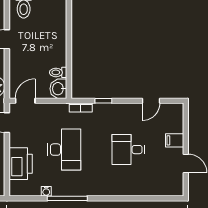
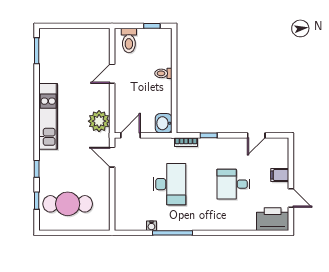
toilet: (58, 72) -> (163, 73), moved
printer: (21, 164) -> (273, 219), moved, turned -90

